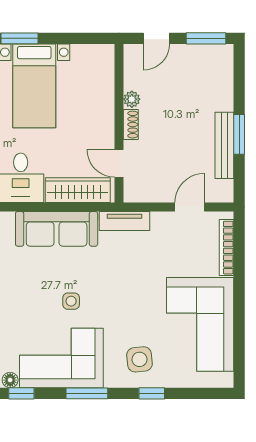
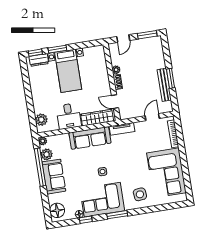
window: (152, 393) -> (148, 210), removed

